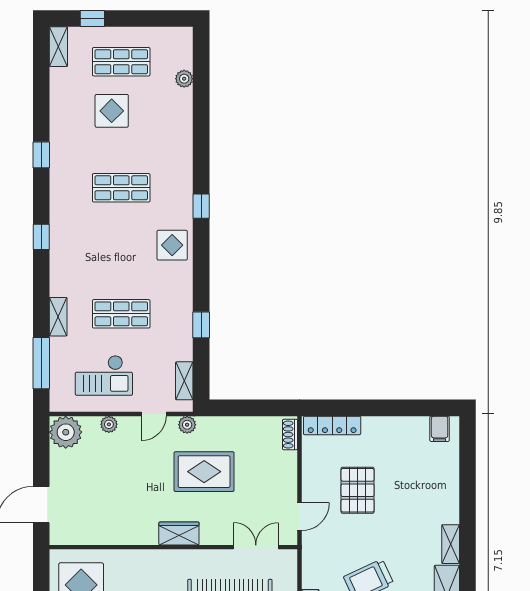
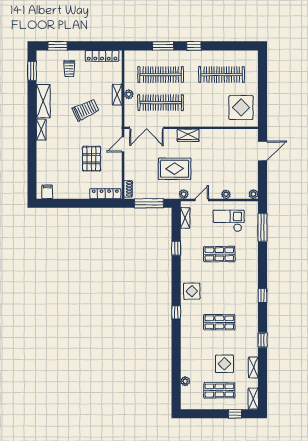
shelving: (58, 317) -> (253, 367), moved
window: (252, 408) -> (149, 203), added
plant: (66, 432) -> (253, 194), width x0.53, depth x0.53
double door: (256, 547) -> (147, 128), width x1.37

